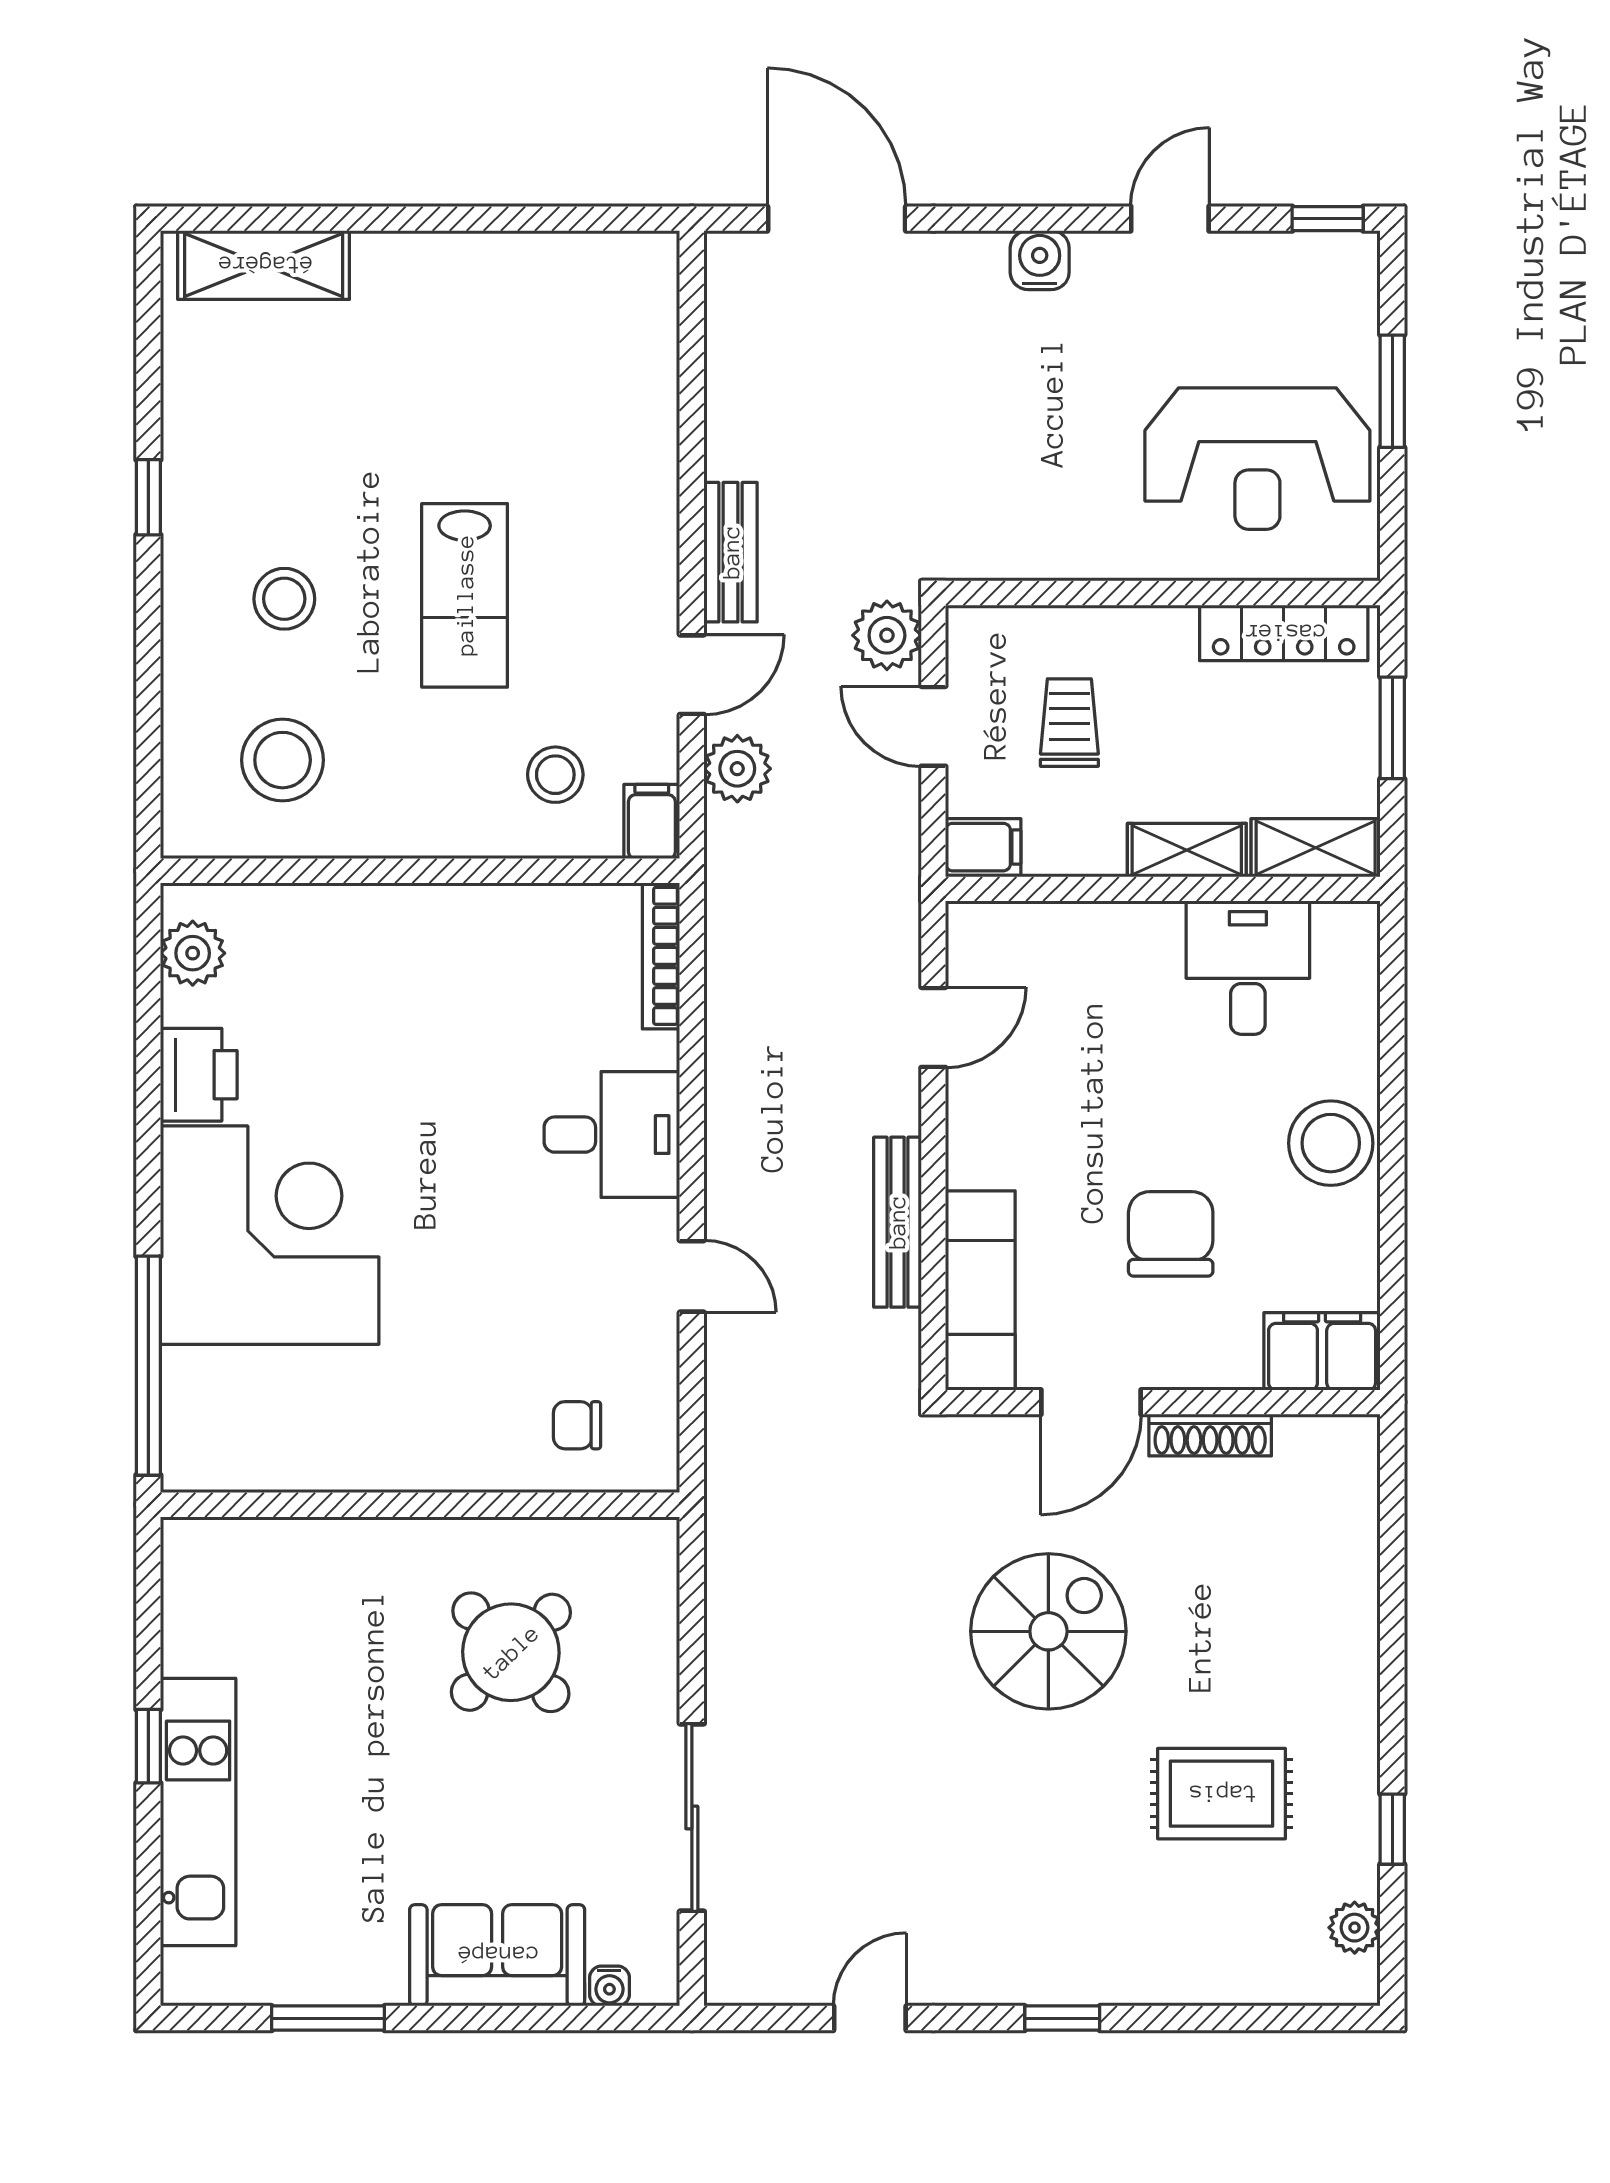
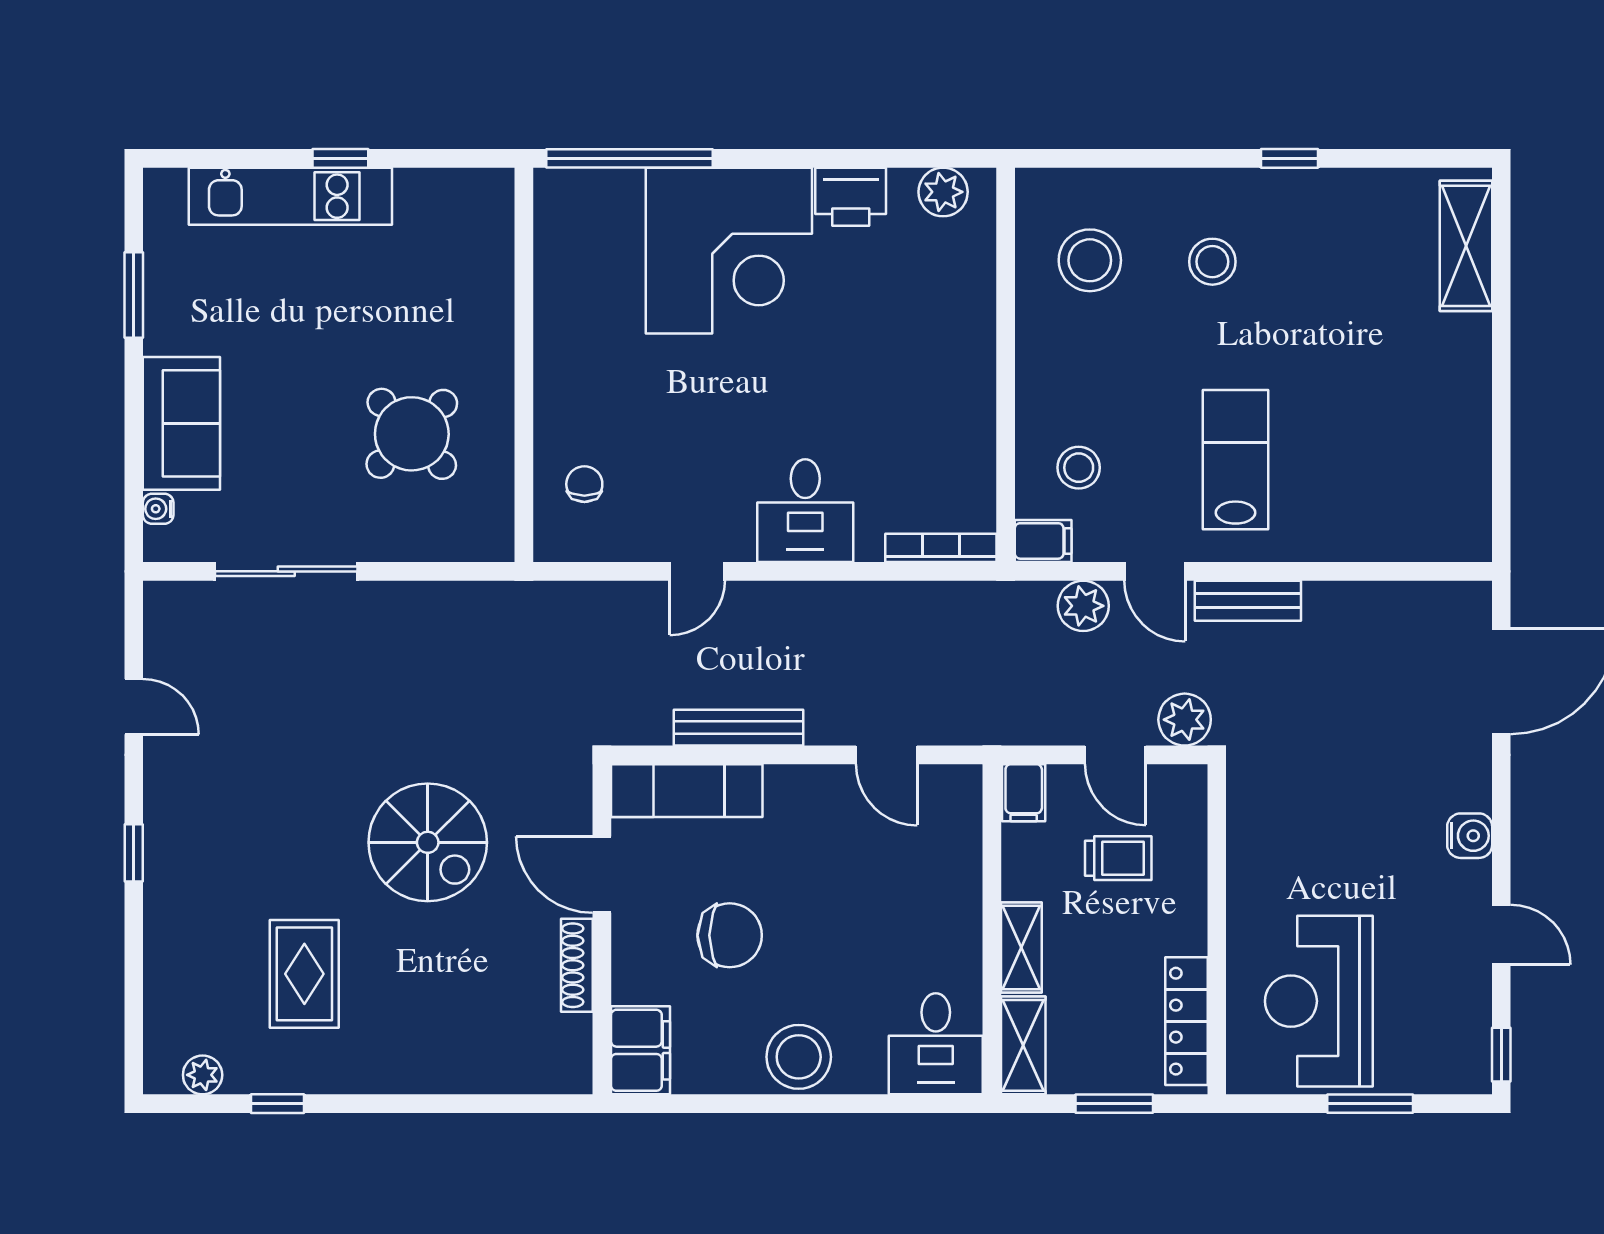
lab bench: (465, 595) -> (1235, 460), moved, turned 90
door: (933, 726) -> (1115, 755), swing flipped
desk: (1248, 968) -> (936, 1044), moved, turned 90

